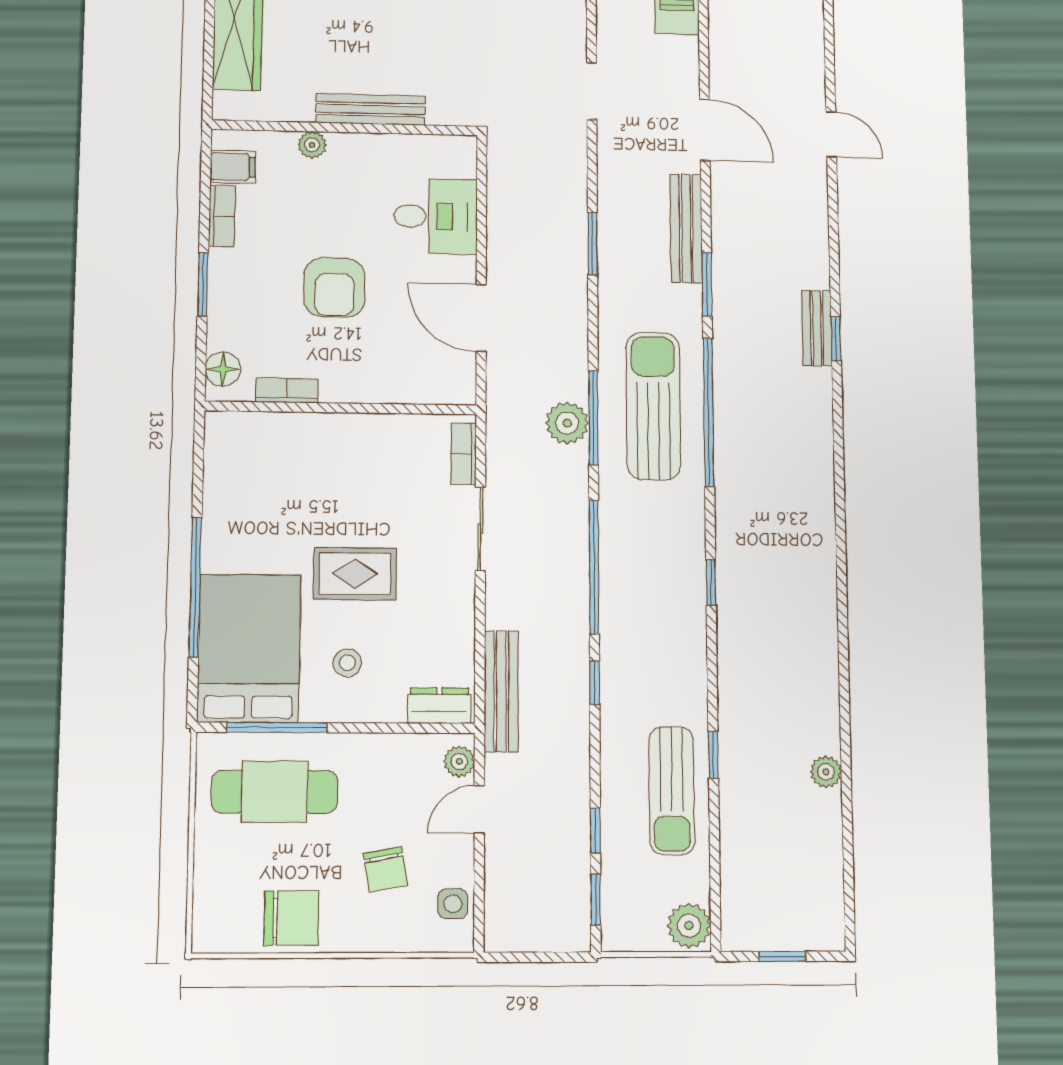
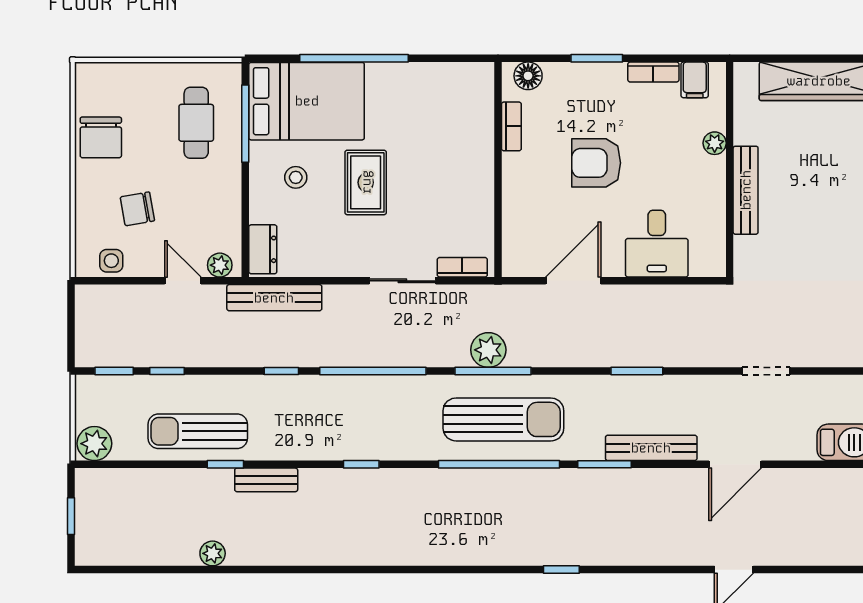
bench: (817, 328) -> (266, 480), moved
cafe table: (275, 792) -> (196, 123), width x0.73, depth x0.74

